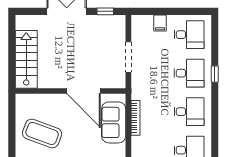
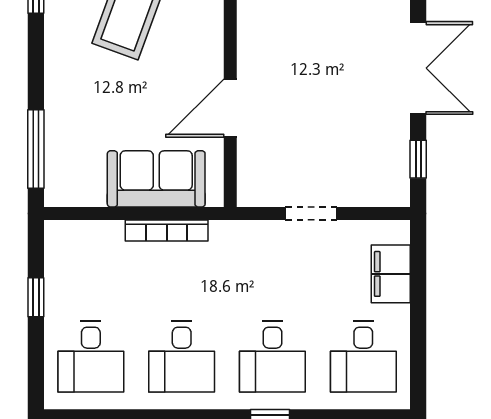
filing cabinet: (160, 23) -> (391, 274), width x2.00
doorway: (128, 57) -> (311, 213), width x0.73
door: (84, 91) -> (230, 108), width x0.73

